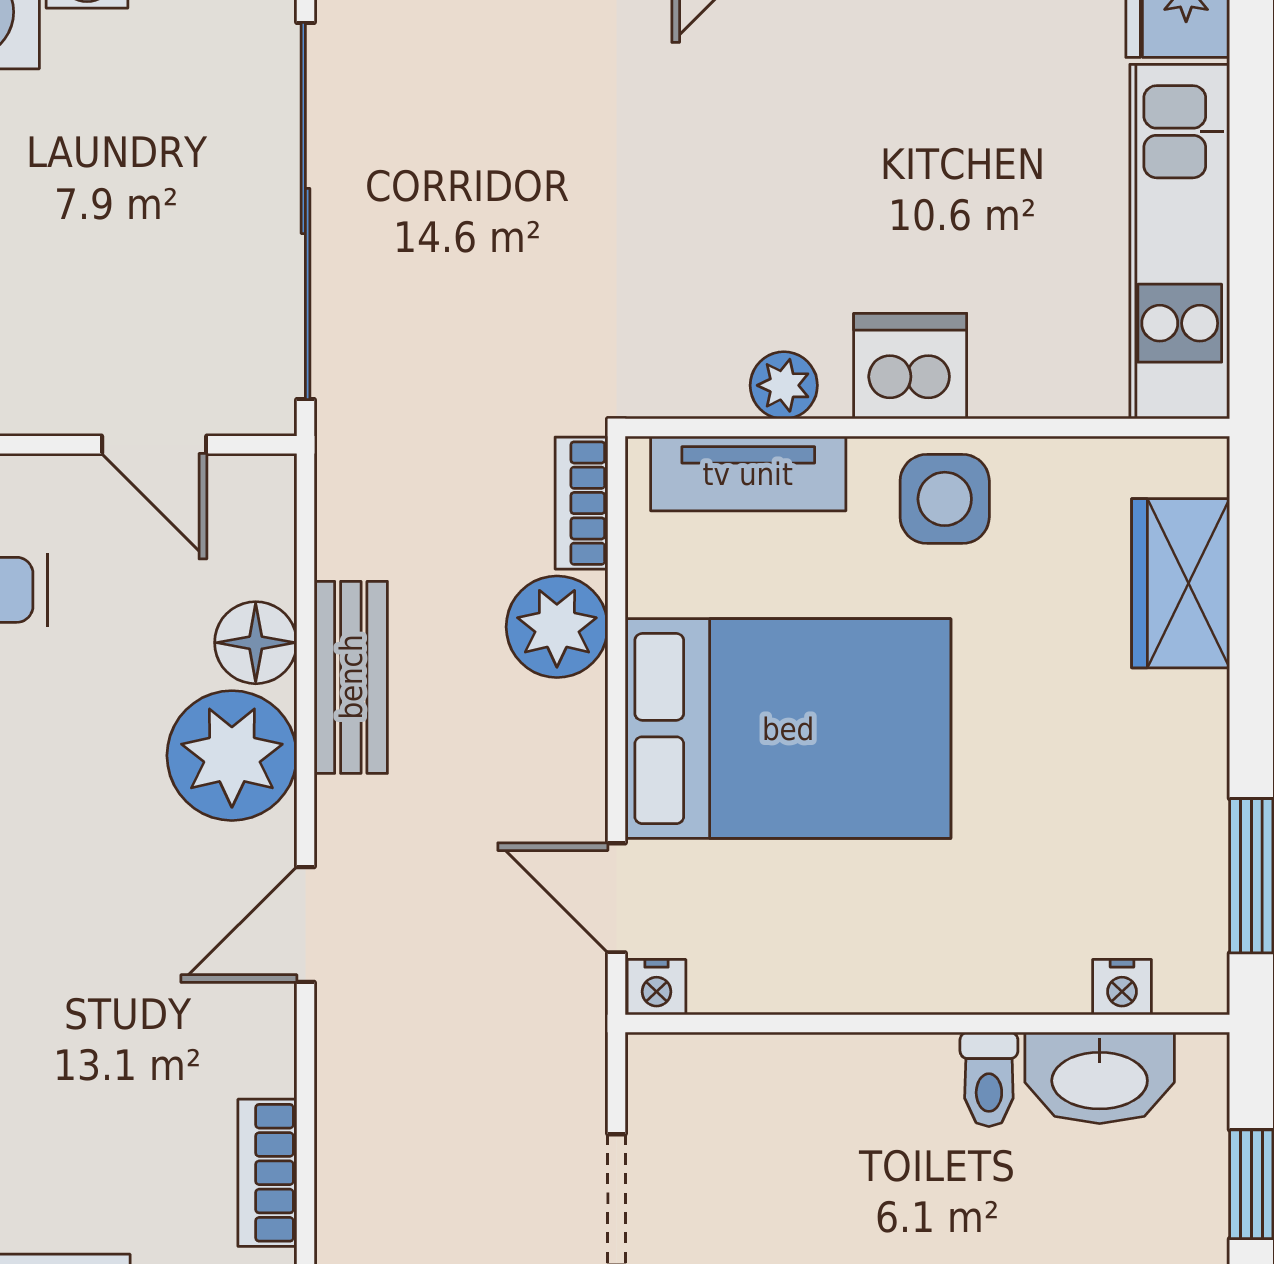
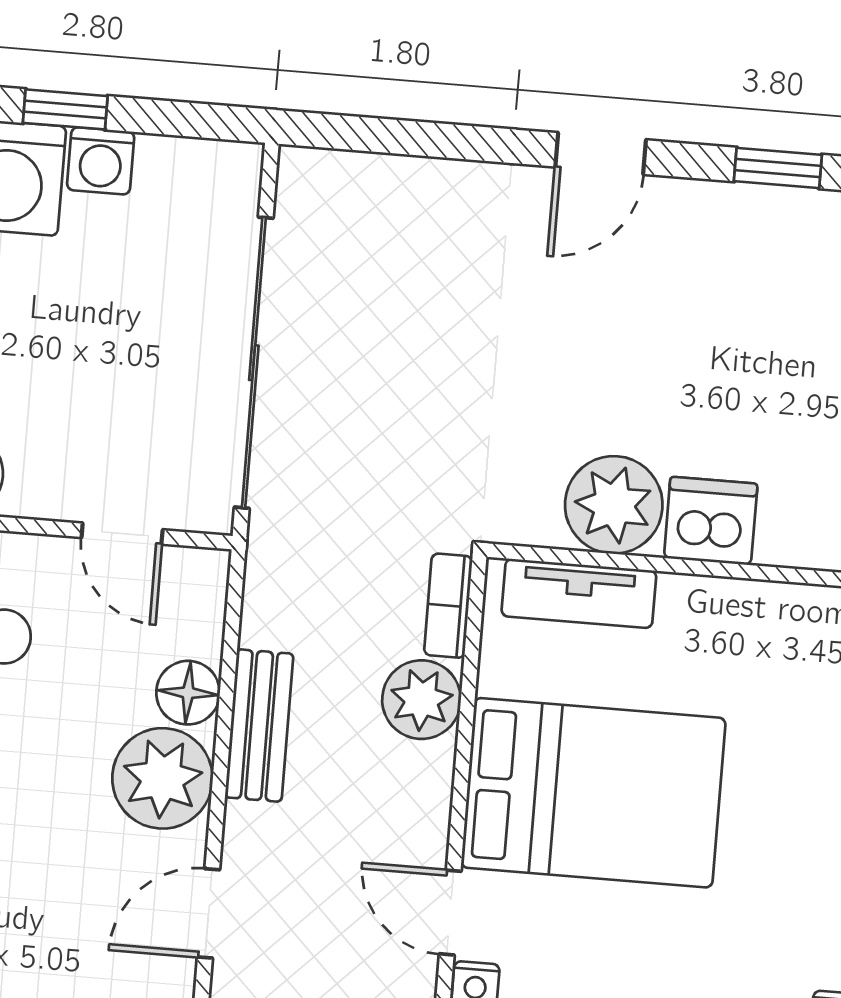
plant: (784, 385) -> (614, 505), width x1.87, depth x1.87
side table: (945, 499) -> (729, 626), removed

